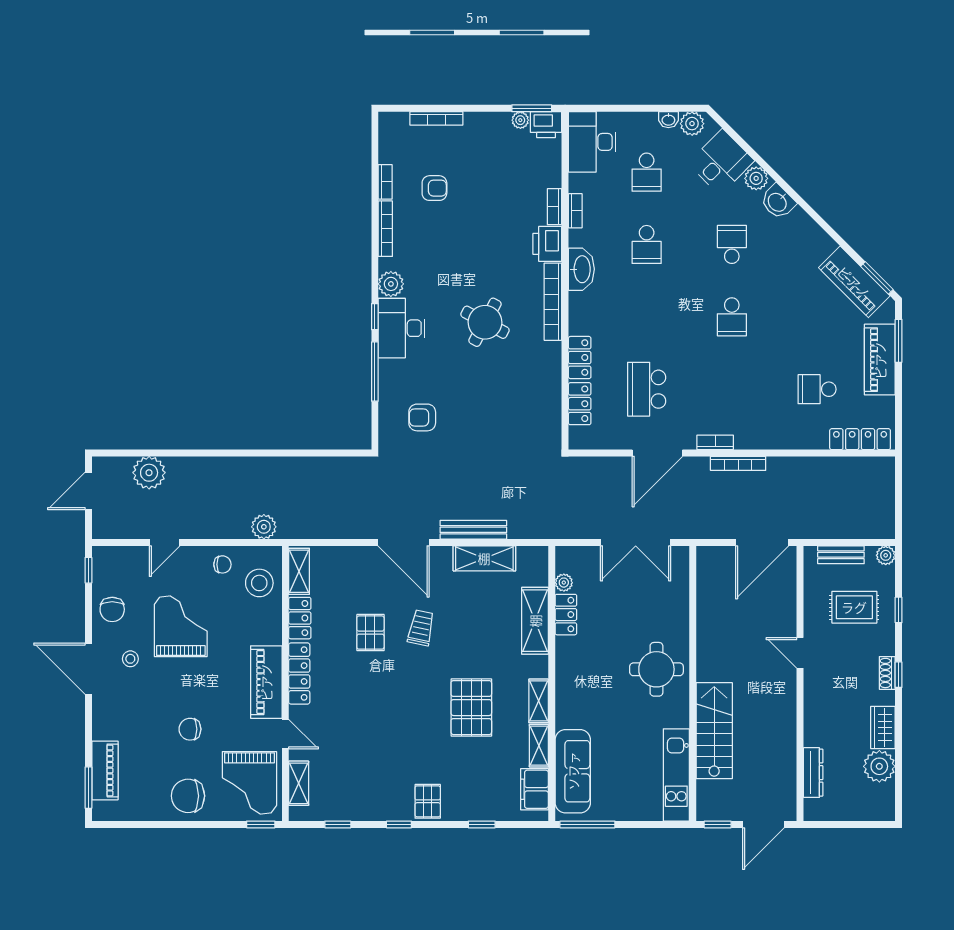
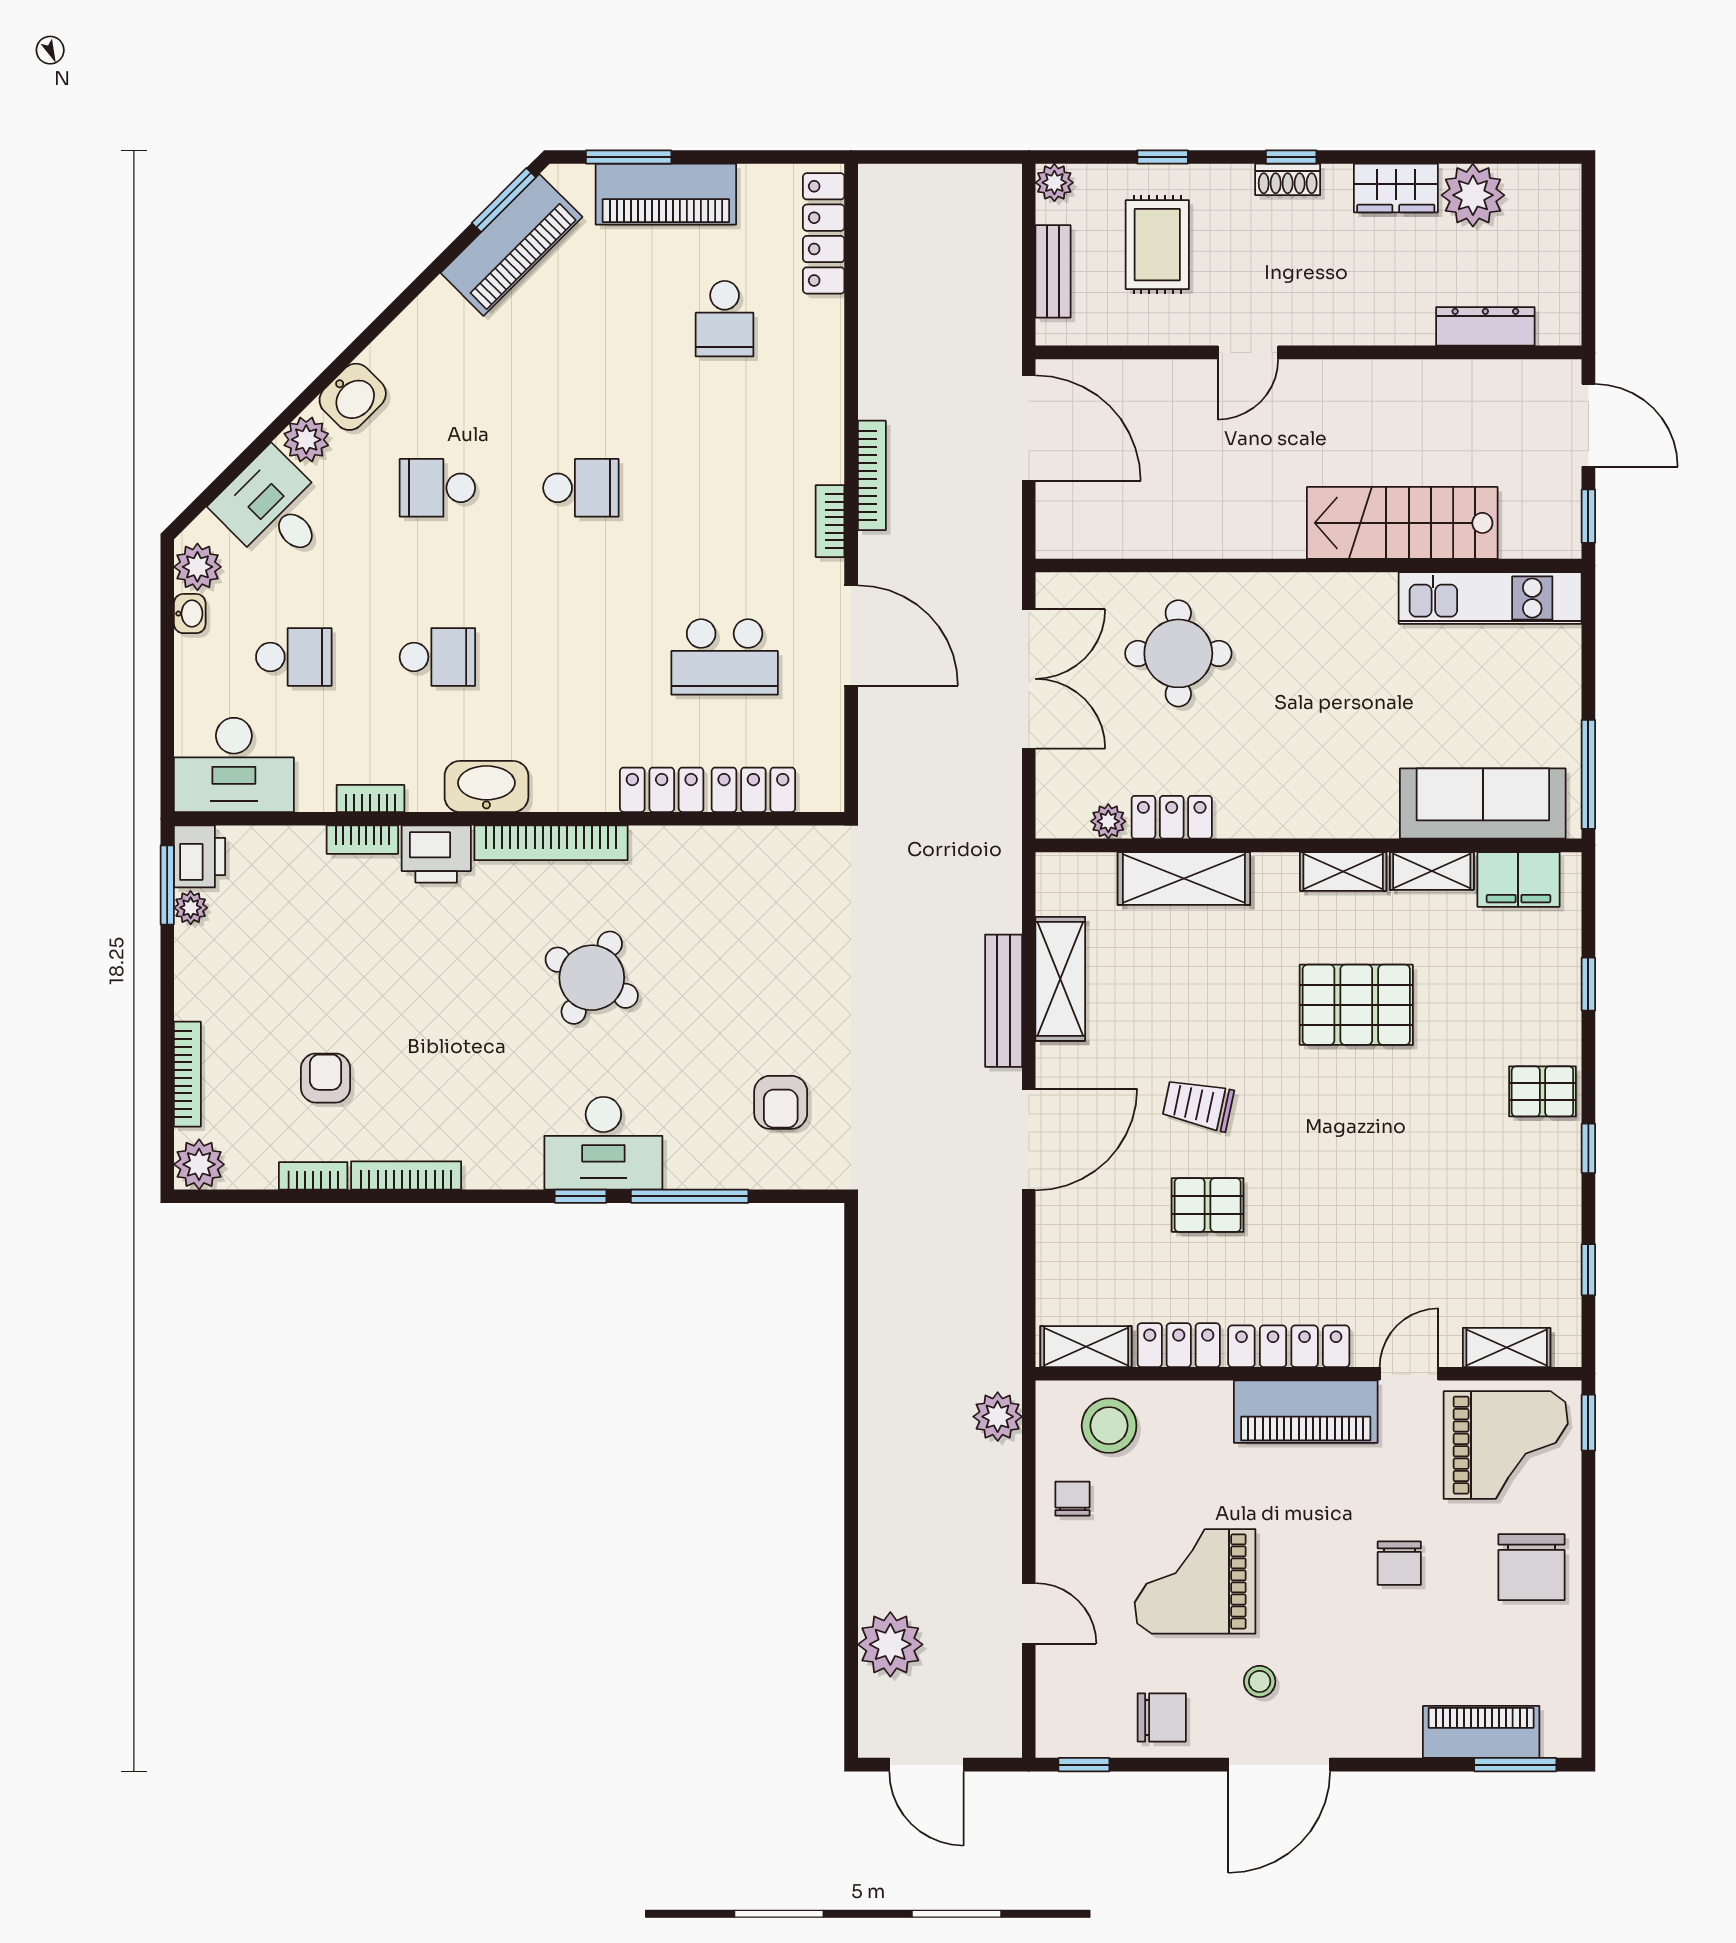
plant: (391, 284) -> (199, 1164), moved
round table: (656, 669) -> (1178, 653), moved

